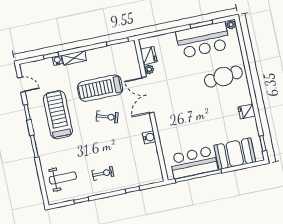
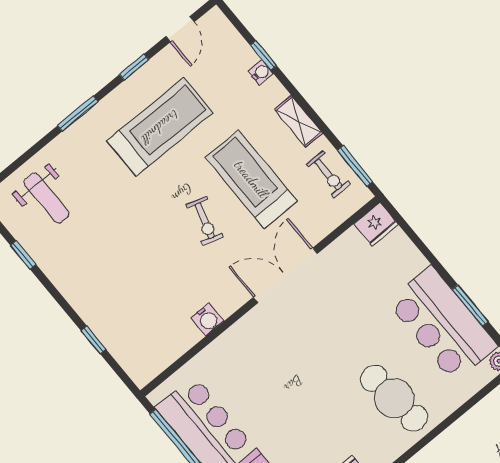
fridge: (149, 55) -> (376, 224), moved
shelving: (74, 58) -> (299, 121), moved
plant: (149, 69) -> (334, 252), removed
exercise bike: (103, 173) -> (328, 174), moved

